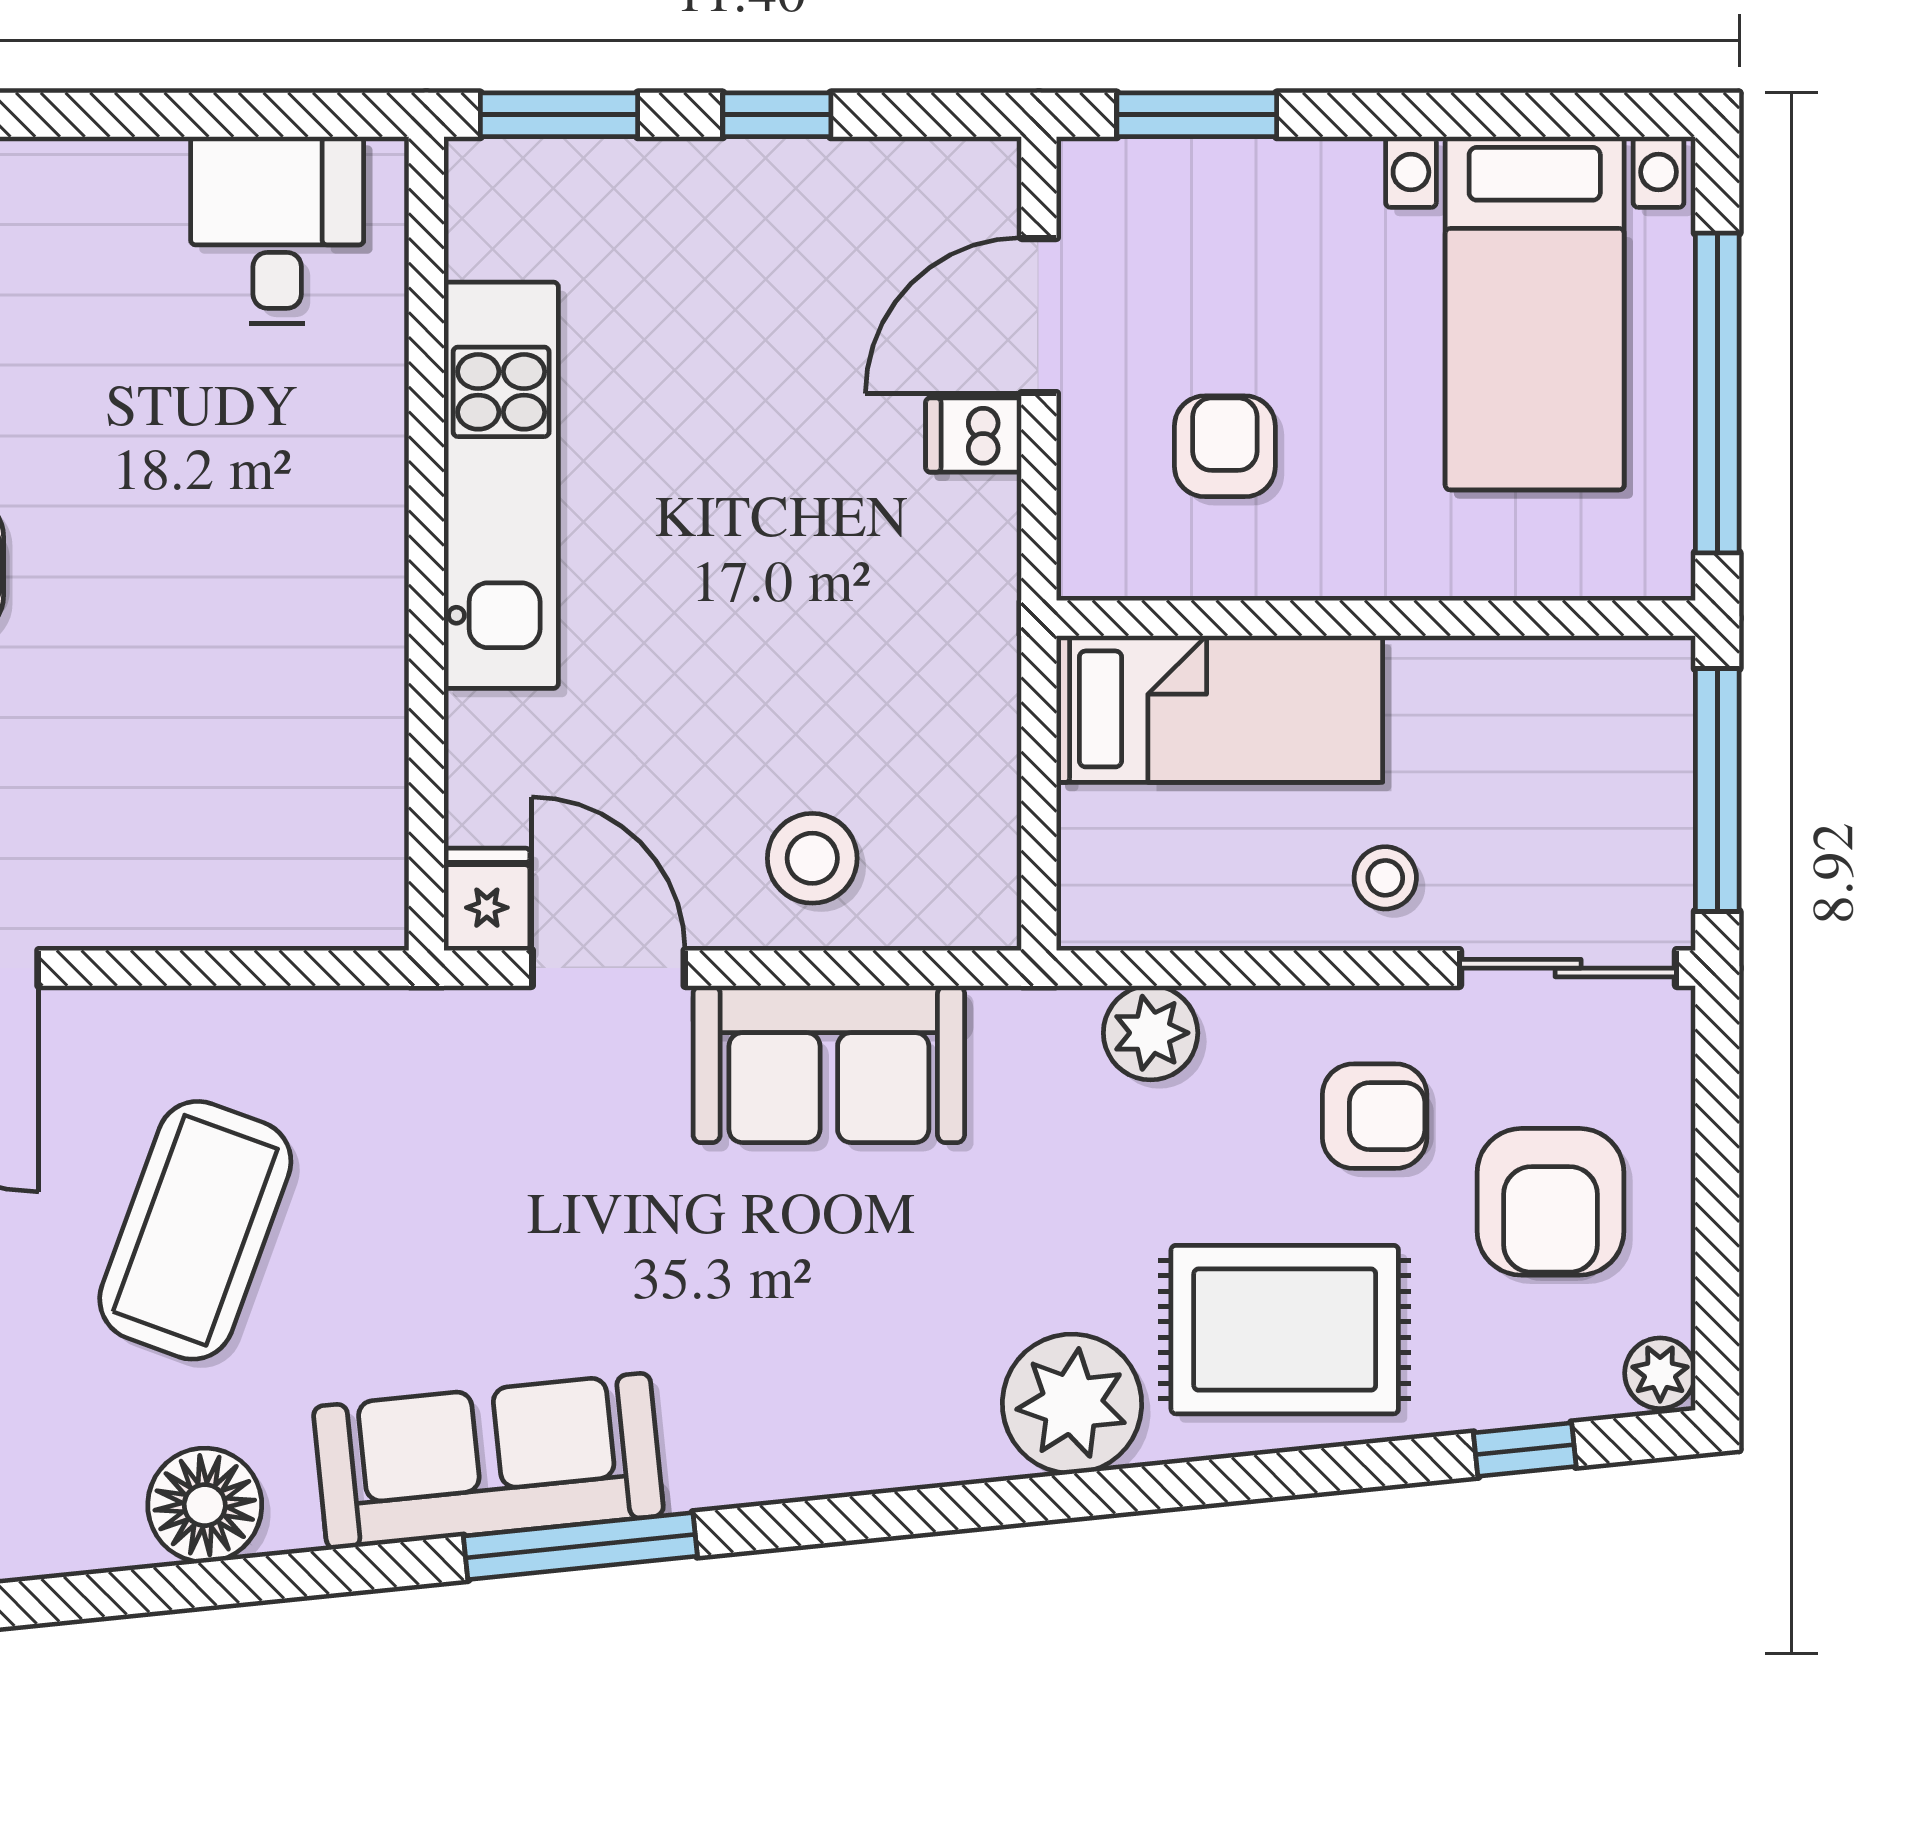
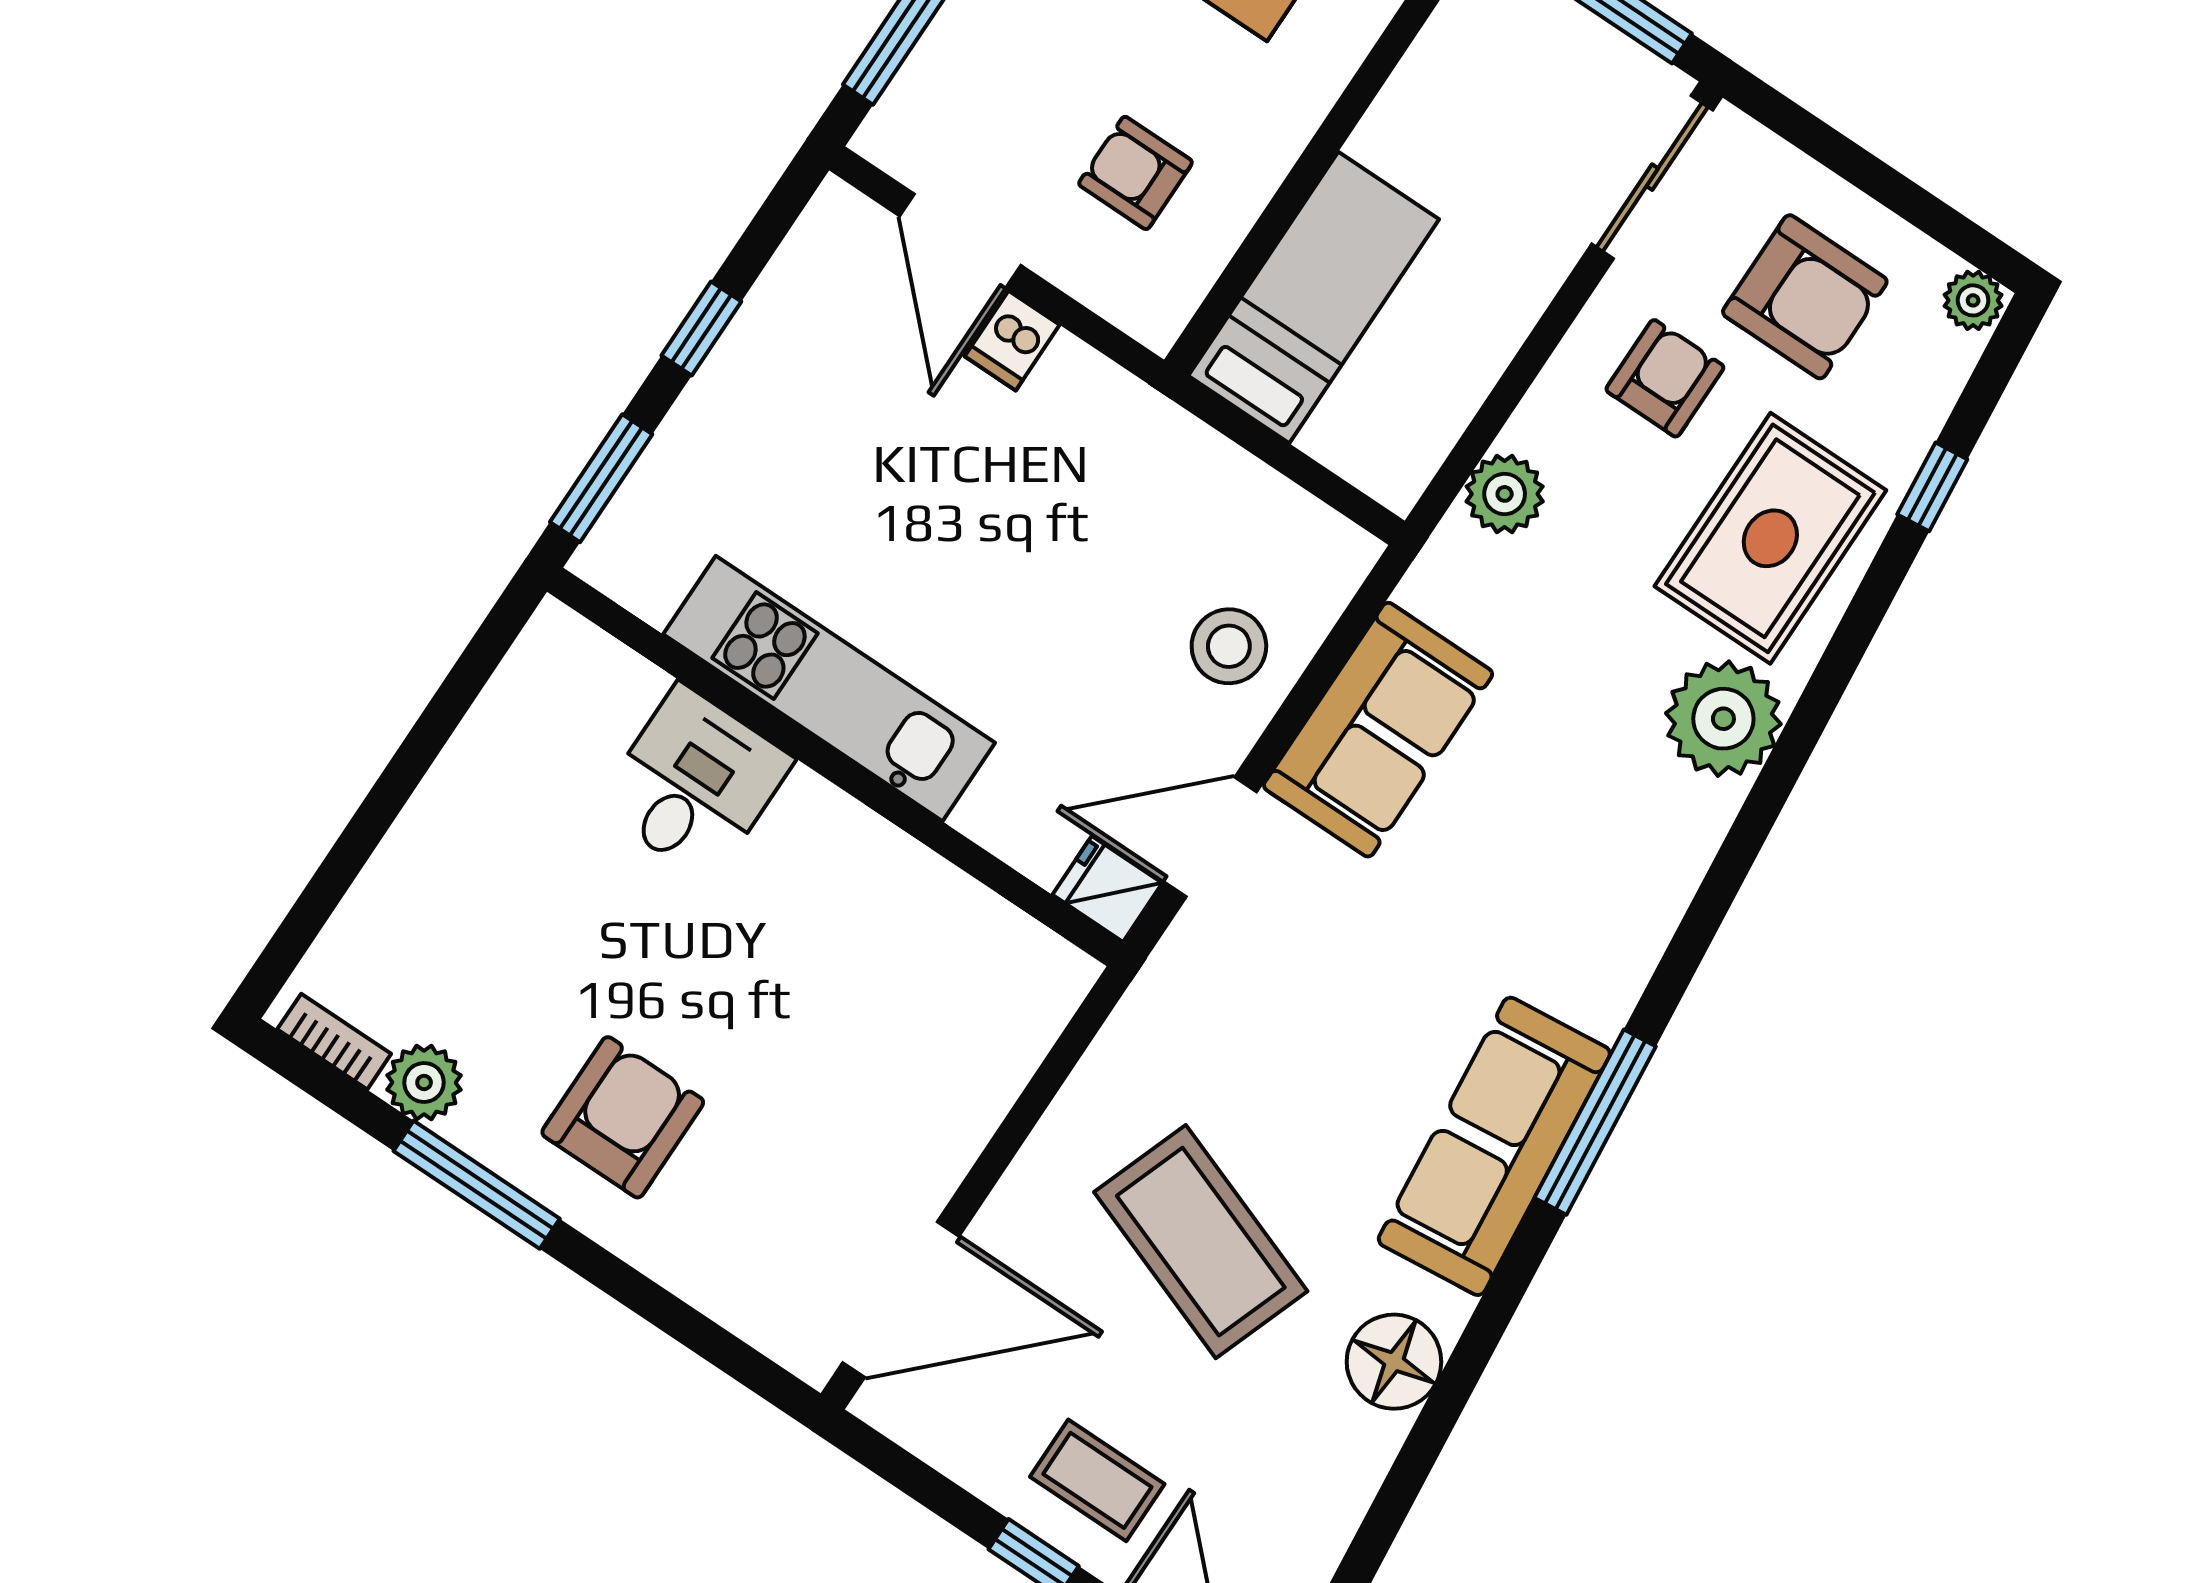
desk: (277, 230) -> (695, 783), moved, turned 90
stool: (1385, 878) -> (1506, 261), removed
window: (1525, 1450) -> (1932, 487), moved

